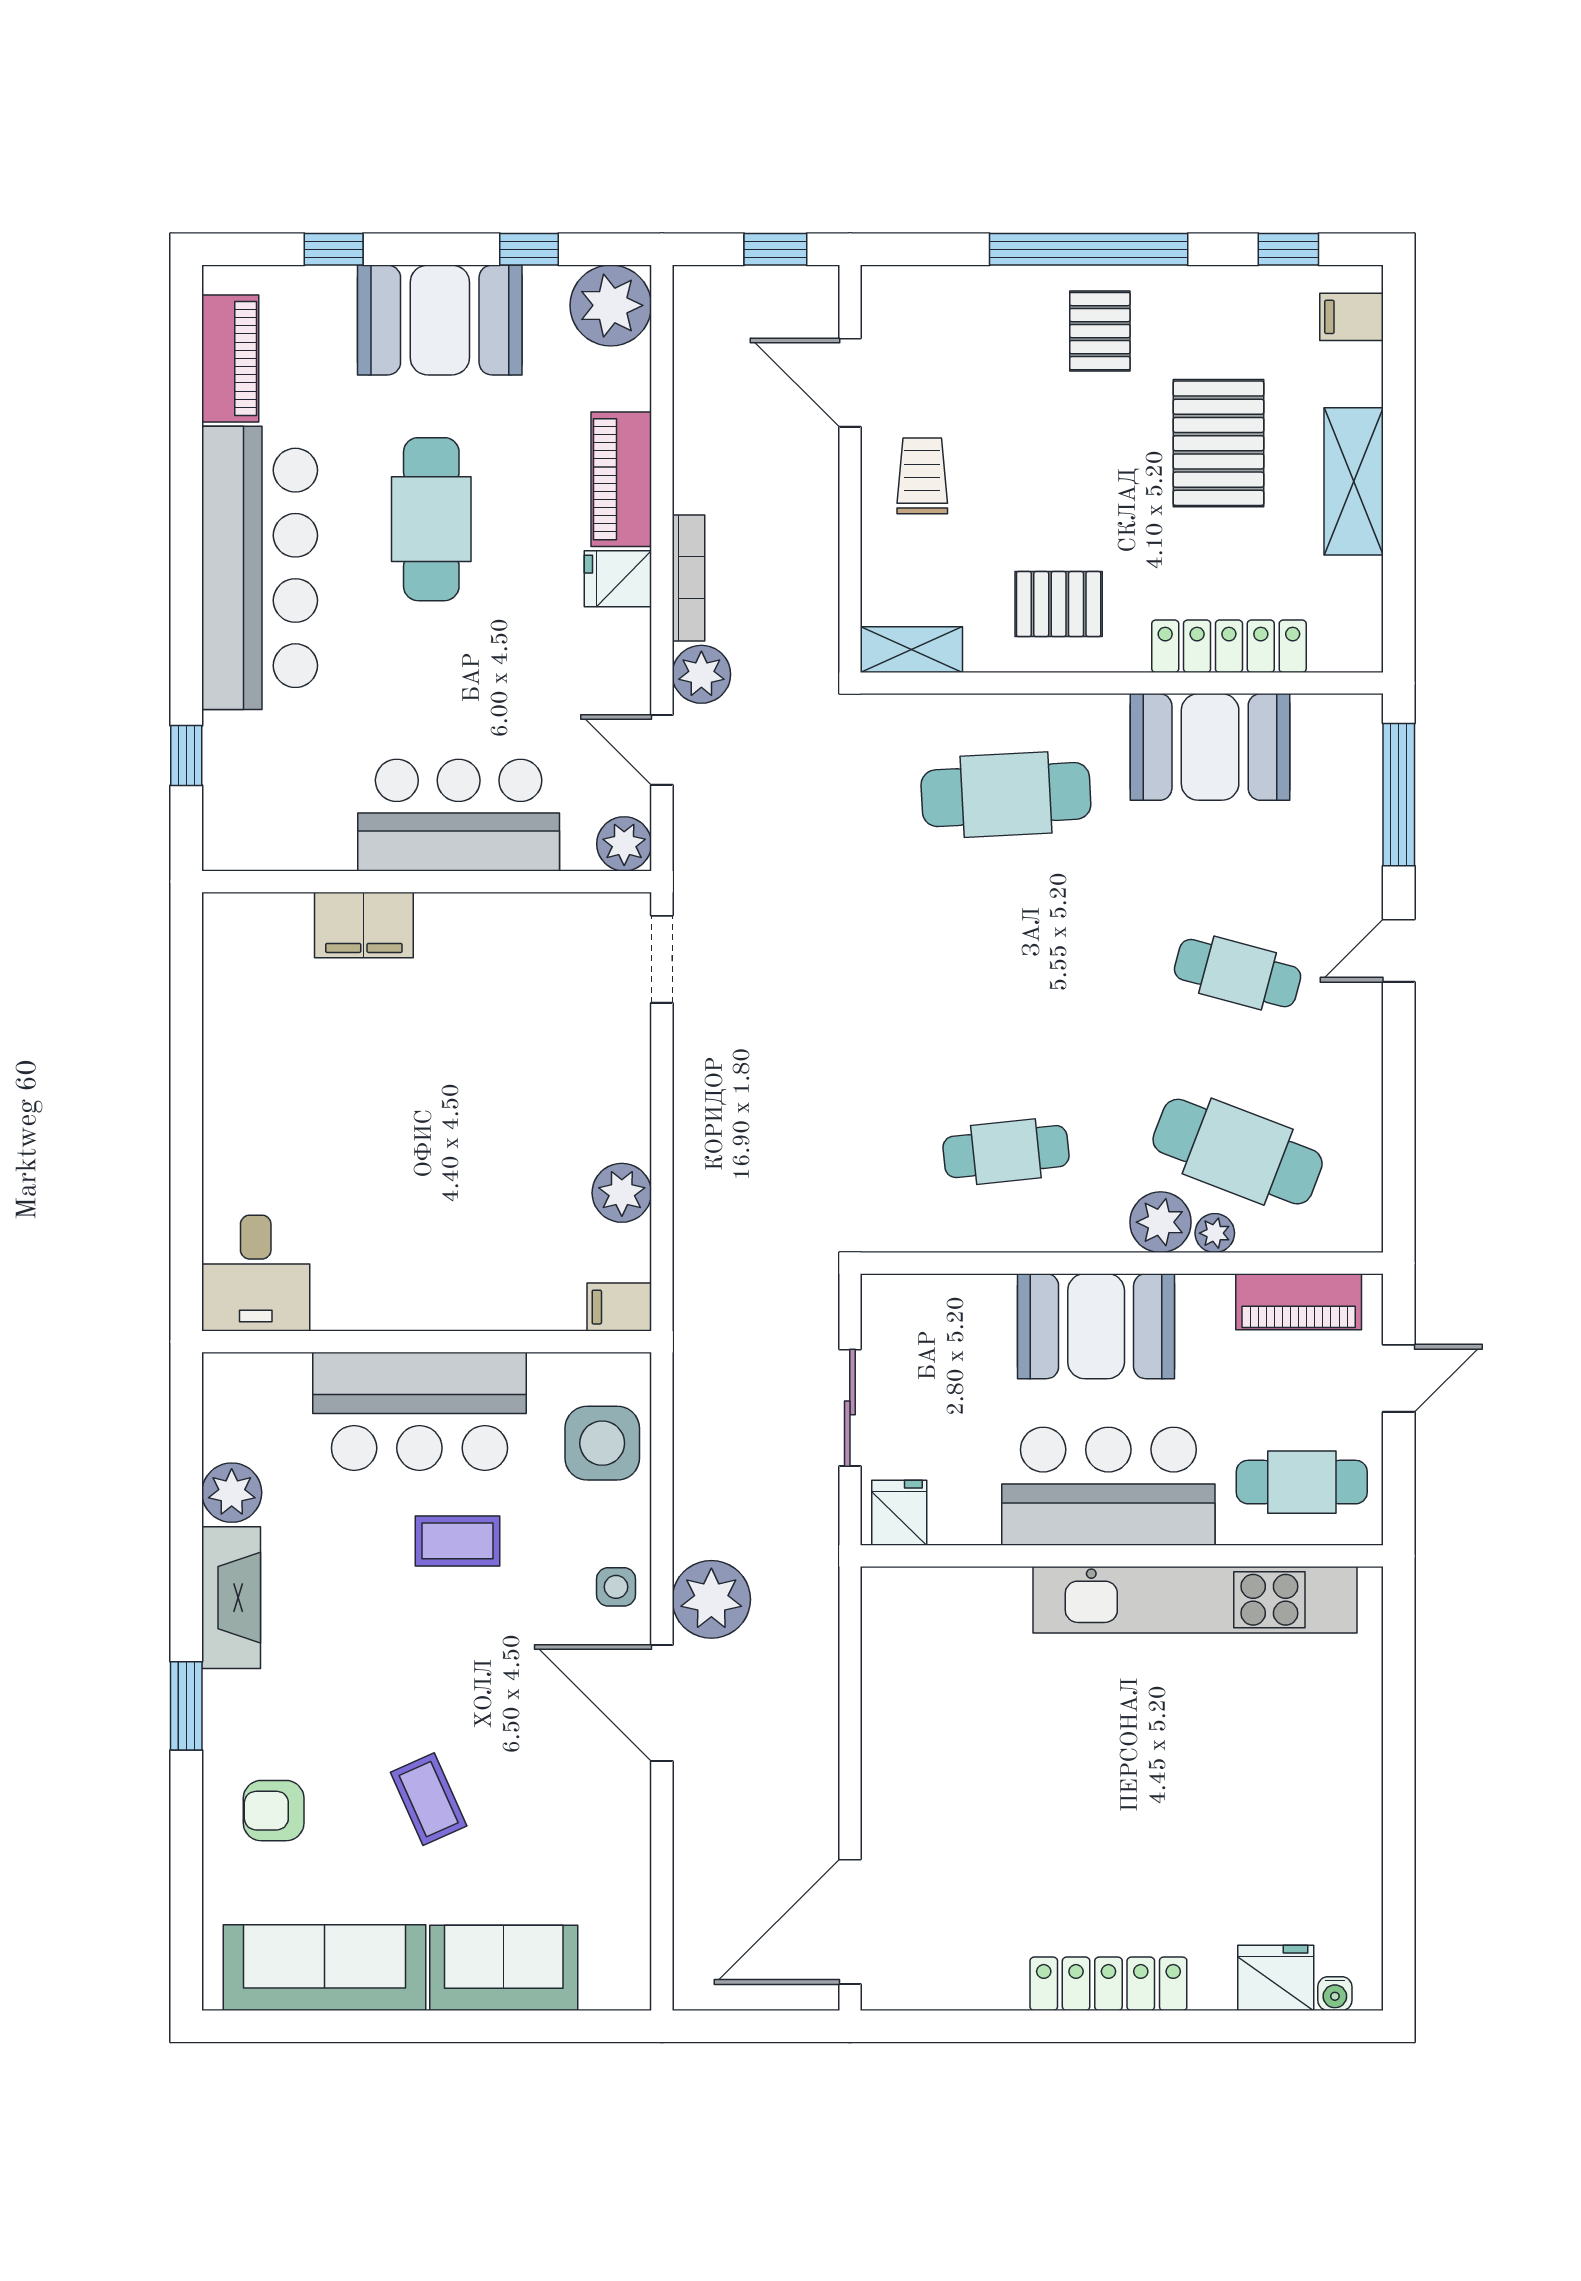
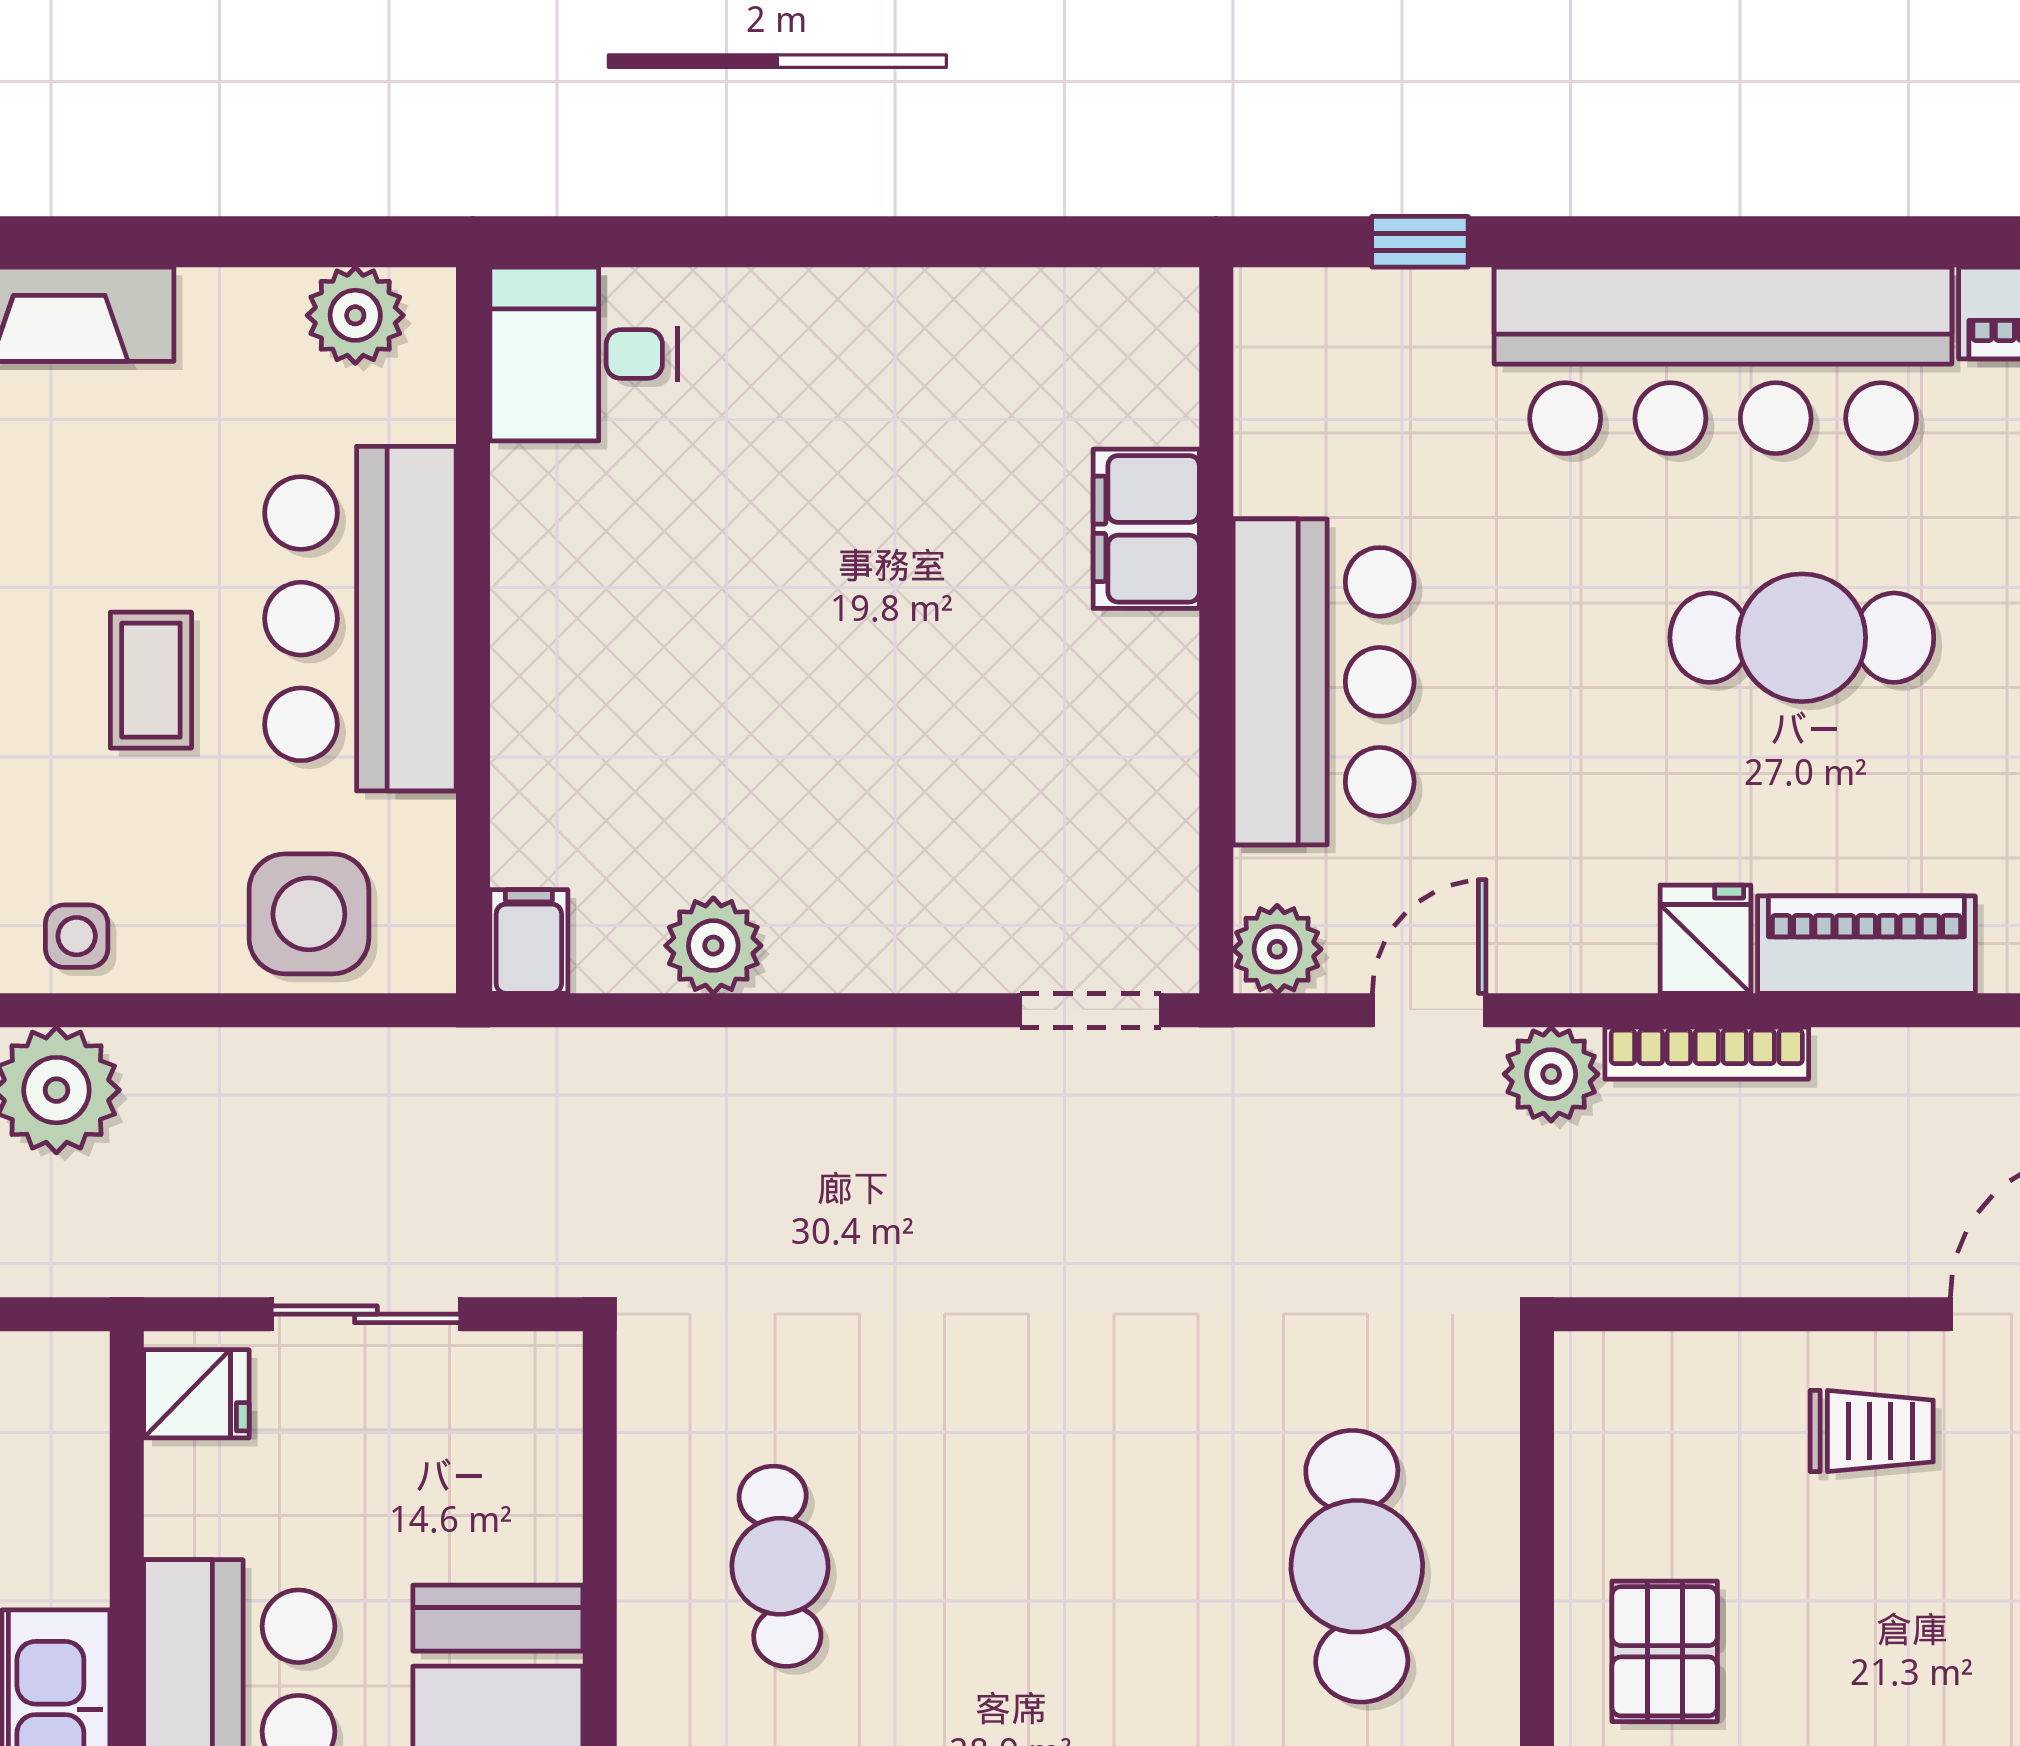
shelving: (911, 650) -> (1591, 1413), removed
plant: (232, 1493) -> (355, 315), moved

